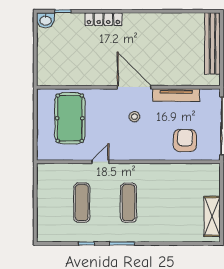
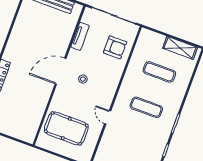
tv unit: (176, 95) -> (80, 36), width x0.71
armchair: (185, 140) -> (115, 47), turned 180
exercise mat: (82, 203) -> (159, 72), moved

